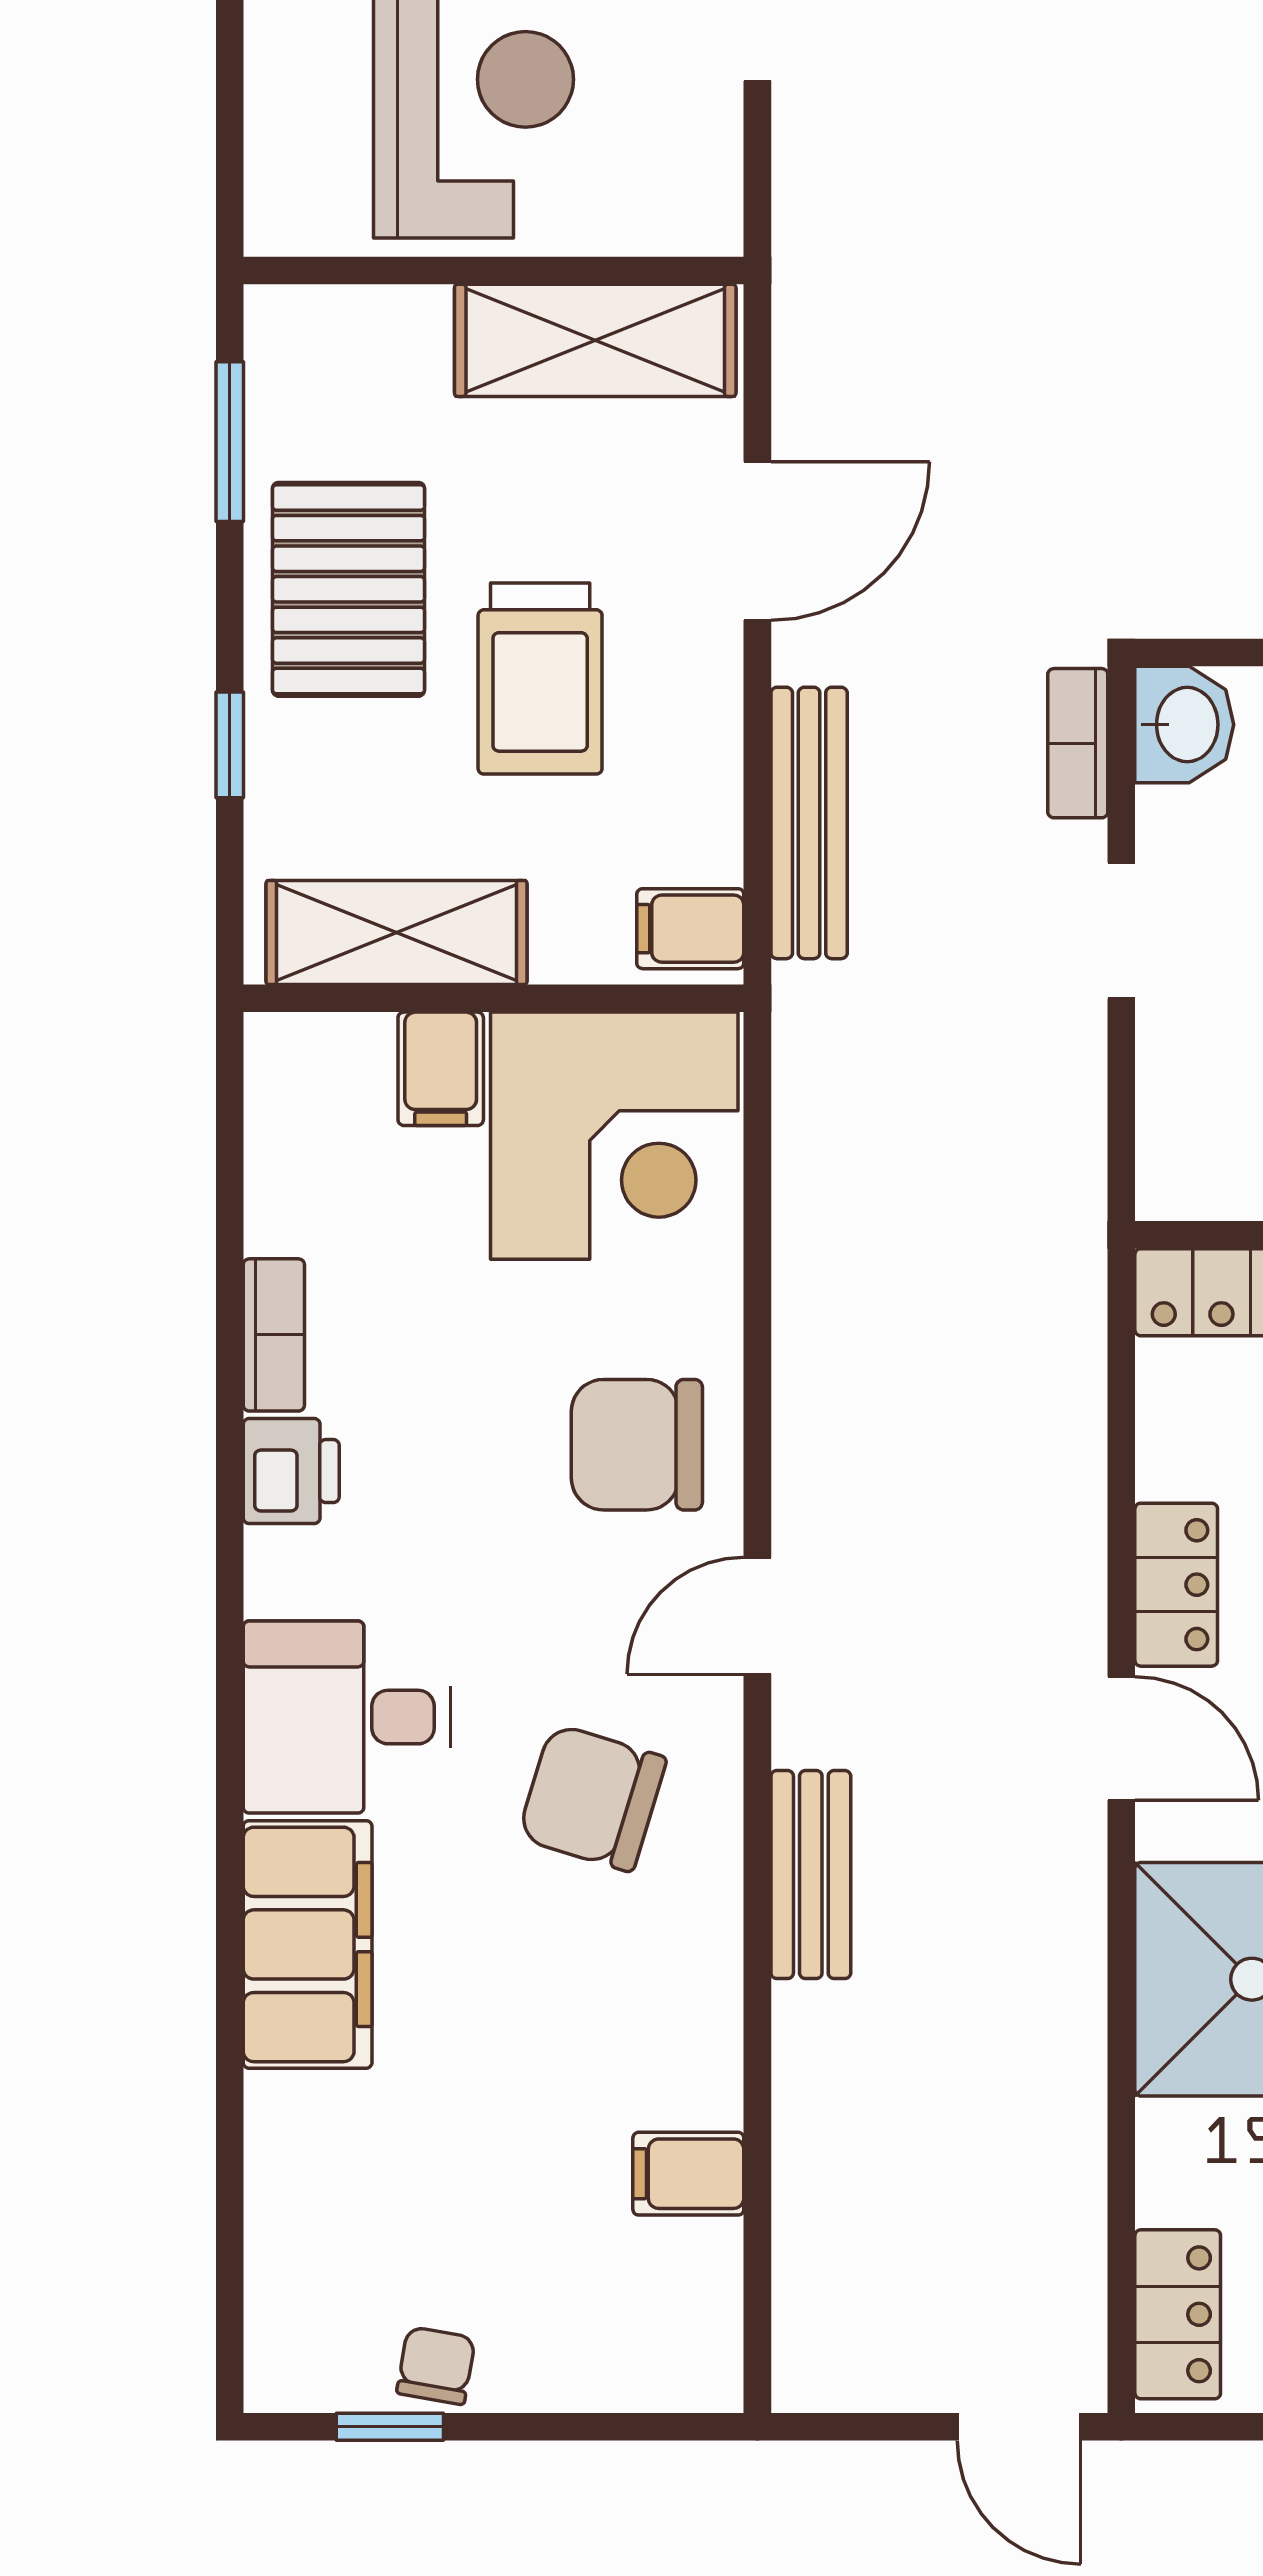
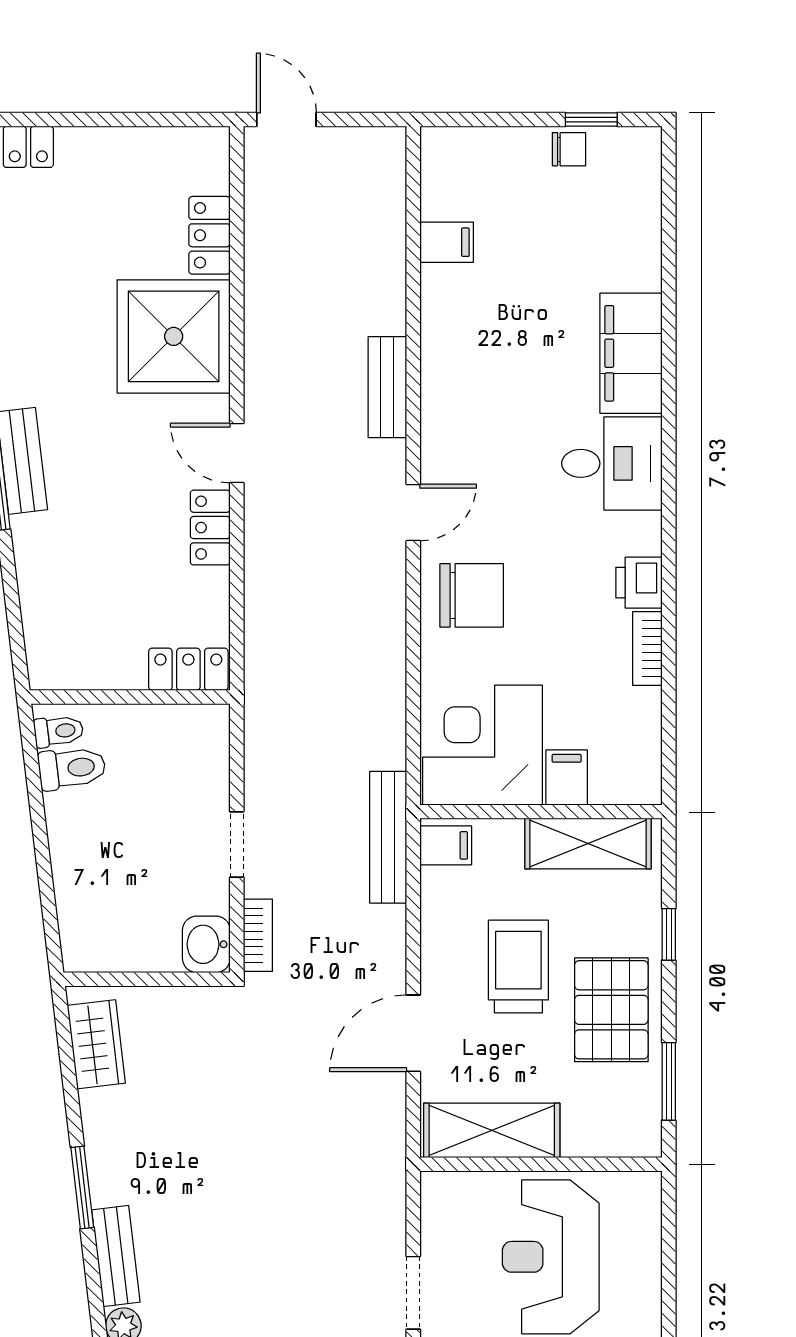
bench: (809, 823) -> (388, 837), moved
chair: (592, 1798) -> (493, 424), removed
locker: (1178, 2314) -> (210, 235), moved
chair: (436, 2366) -> (569, 149), turned -100

